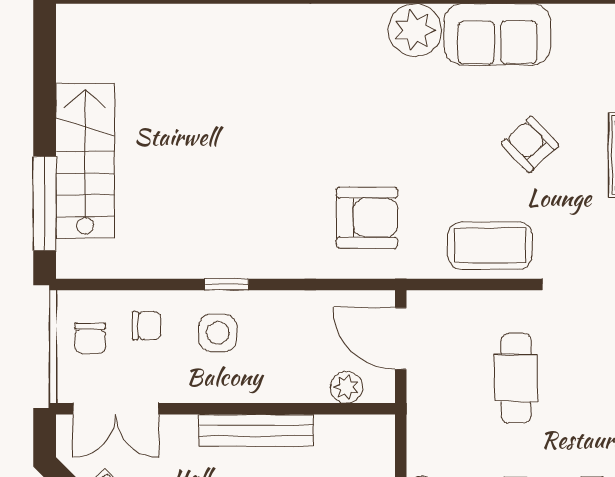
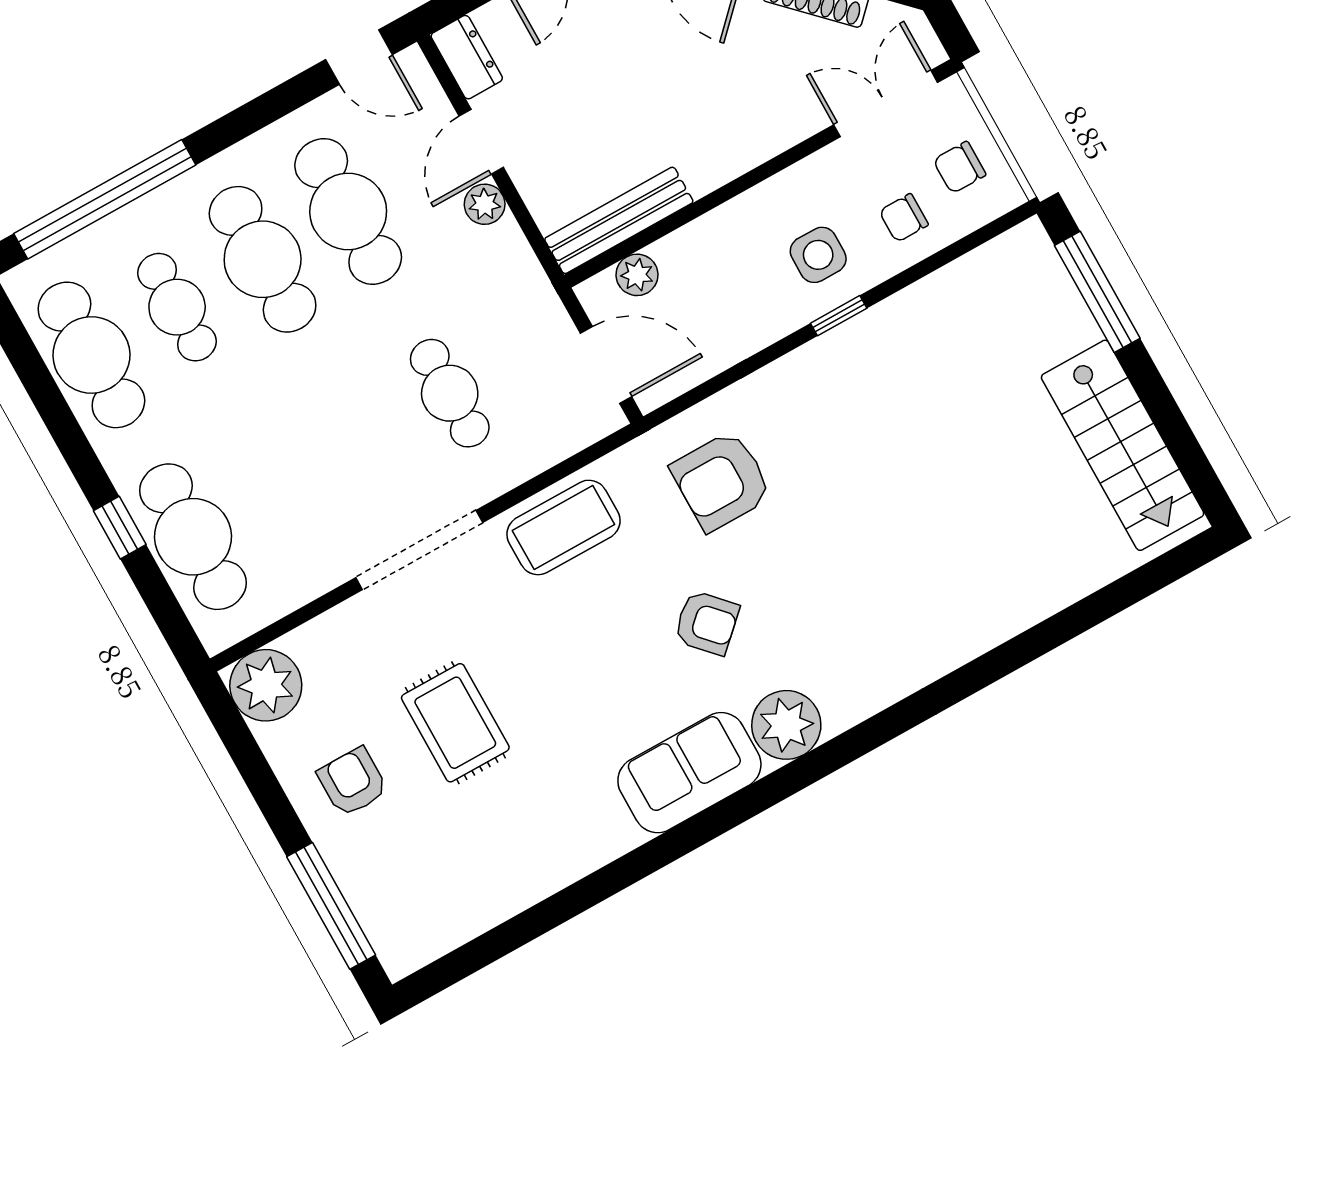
armchair: (530, 144) -> (707, 623), moved
stairs: (85, 161) -> (1123, 445), moved
chair: (90, 338) -> (959, 167), turned -90
bench: (256, 430) -> (619, 220), moved

